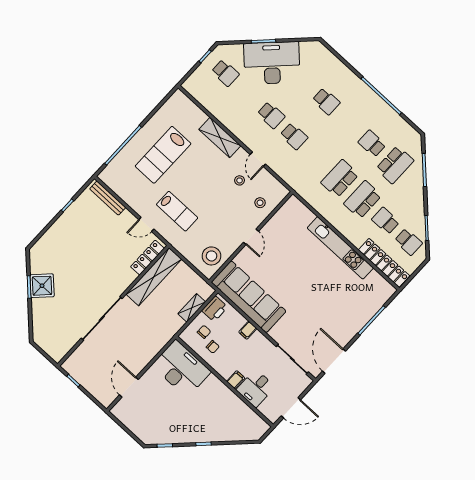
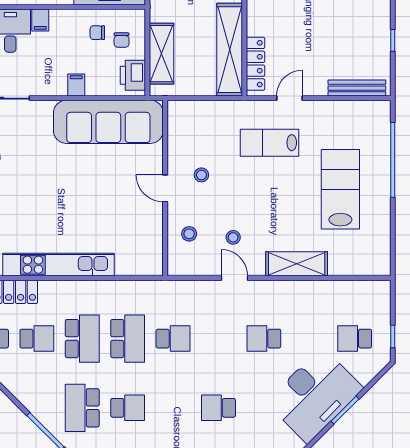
school desk: (294, 136) -> (173, 339), moved, turned 180
stool: (212, 256) -> (201, 175), moved, width x0.53, depth x0.53
shelving: (192, 308) -> (161, 54), width x1.50, depth x1.33

